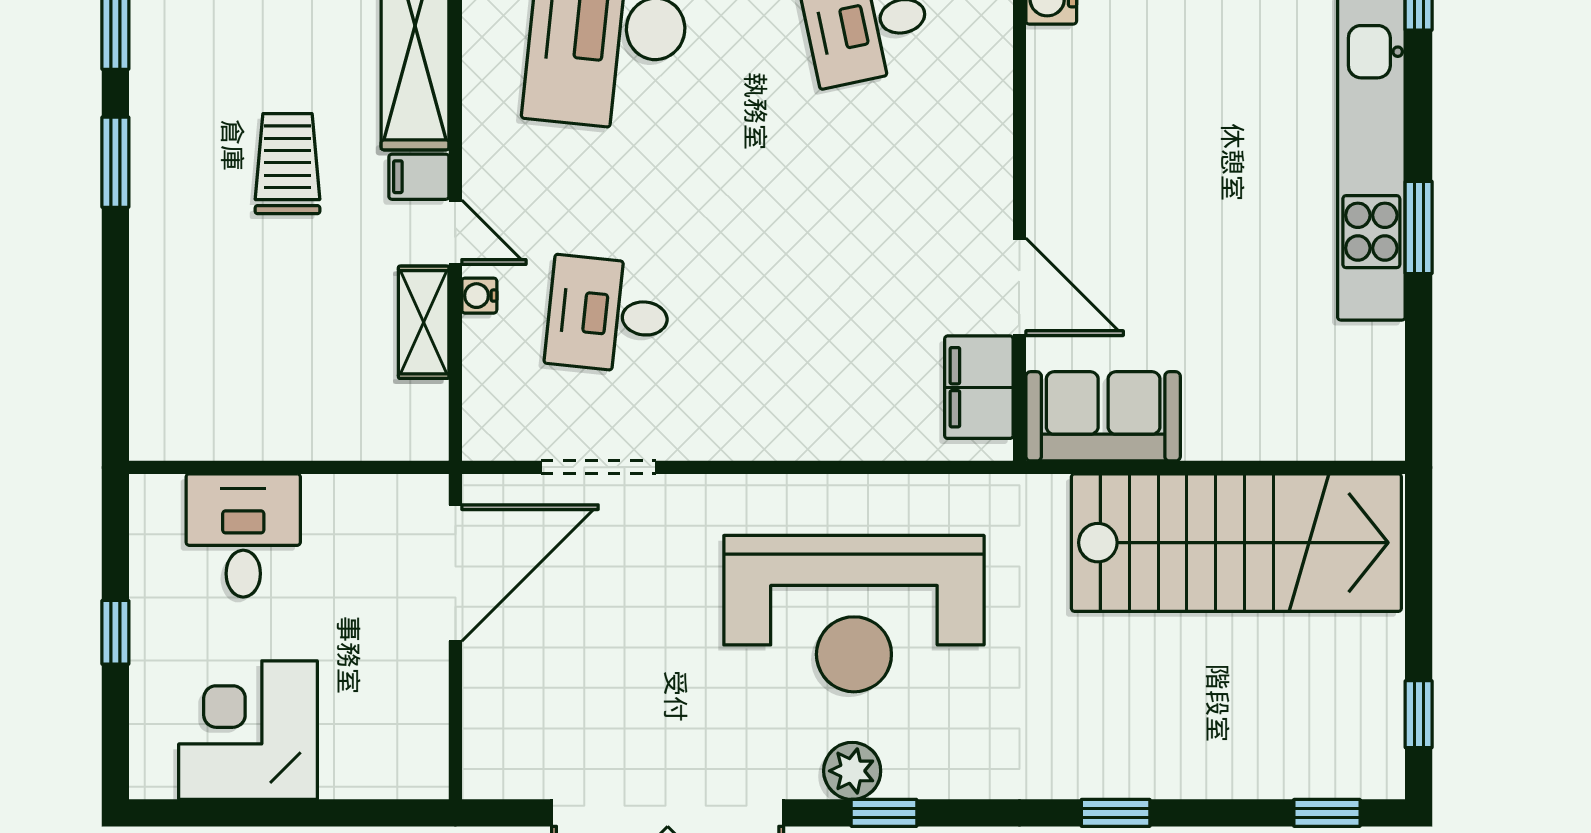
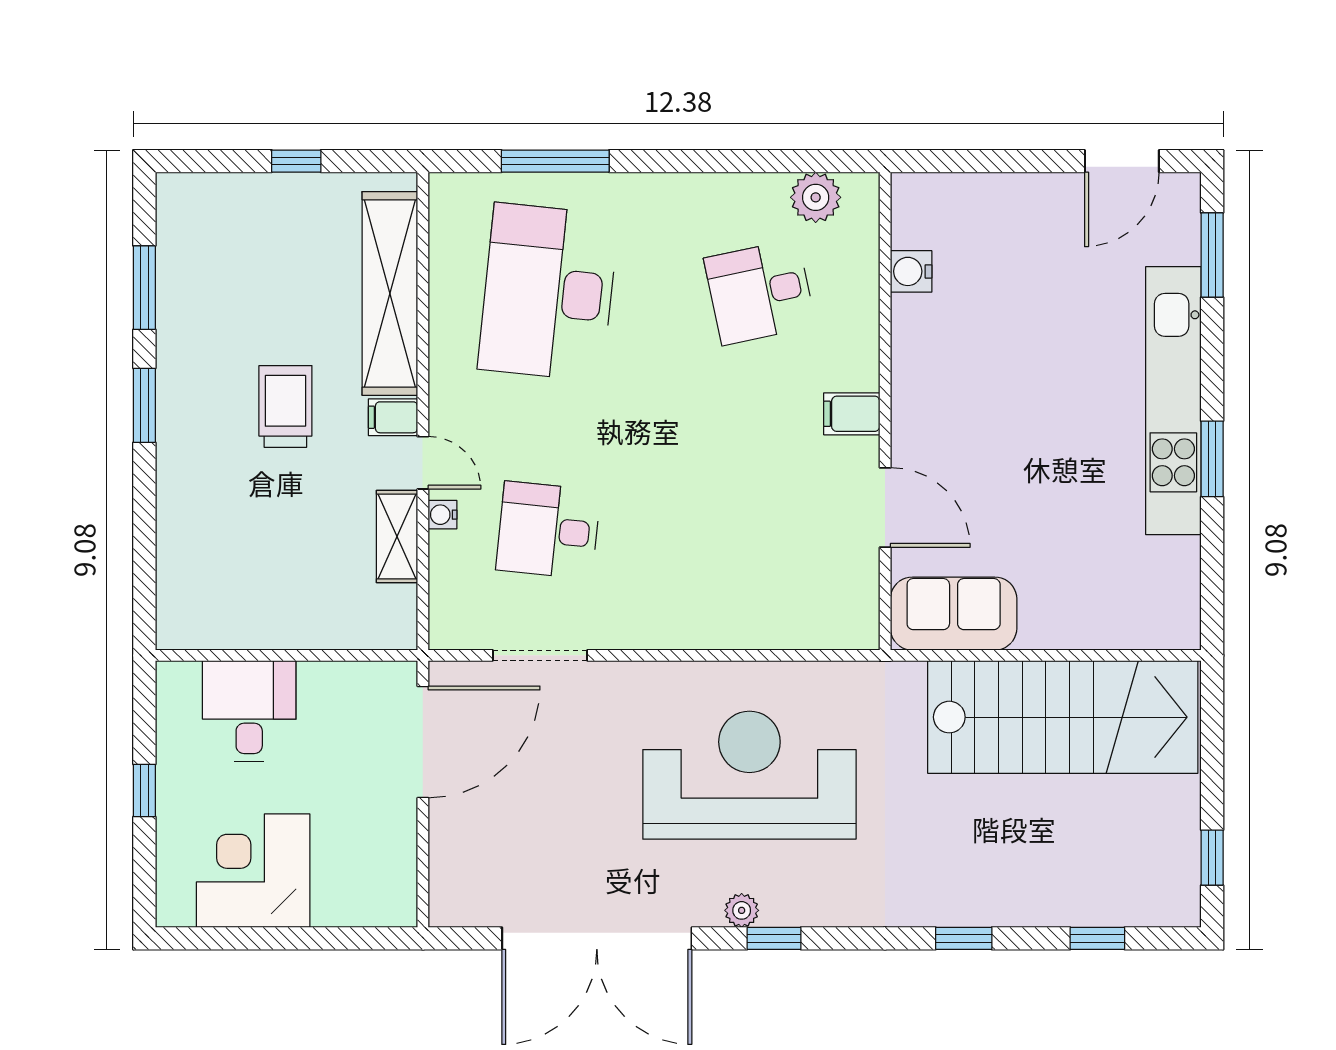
filing cabinet: (979, 387) -> (852, 414), moved, width x0.50
reception desk: (854, 614) -> (749, 775), turned 180
plant: (852, 771) -> (742, 910), width x0.73, depth x0.73
window: (1327, 813) -> (1097, 938), moved

